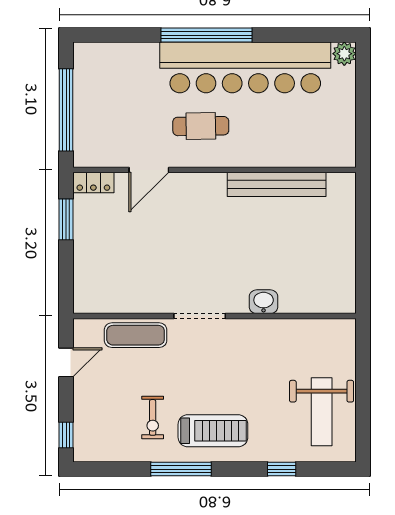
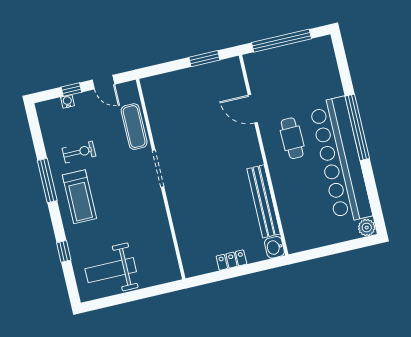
locker: (93, 182) -> (231, 260), moved, turned 90
washbasin: (264, 302) -> (274, 247), moved, turned 180
water cooler: (81, 417) -> (67, 101), added
exercise bike: (153, 417) -> (79, 152), turned 180
window: (66, 435) -> (71, 90), moved

